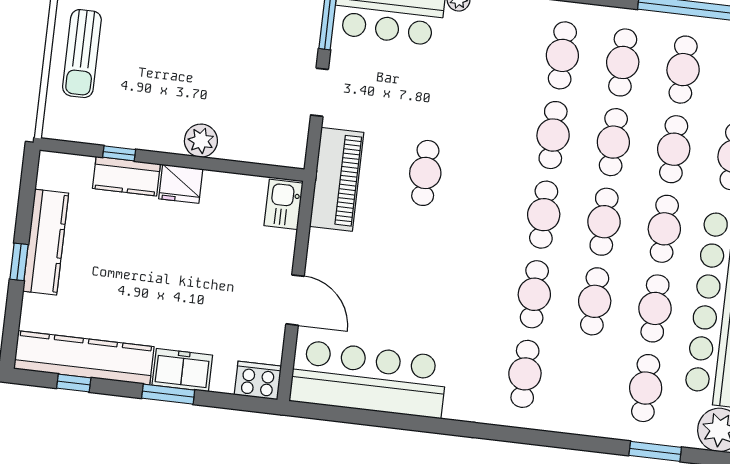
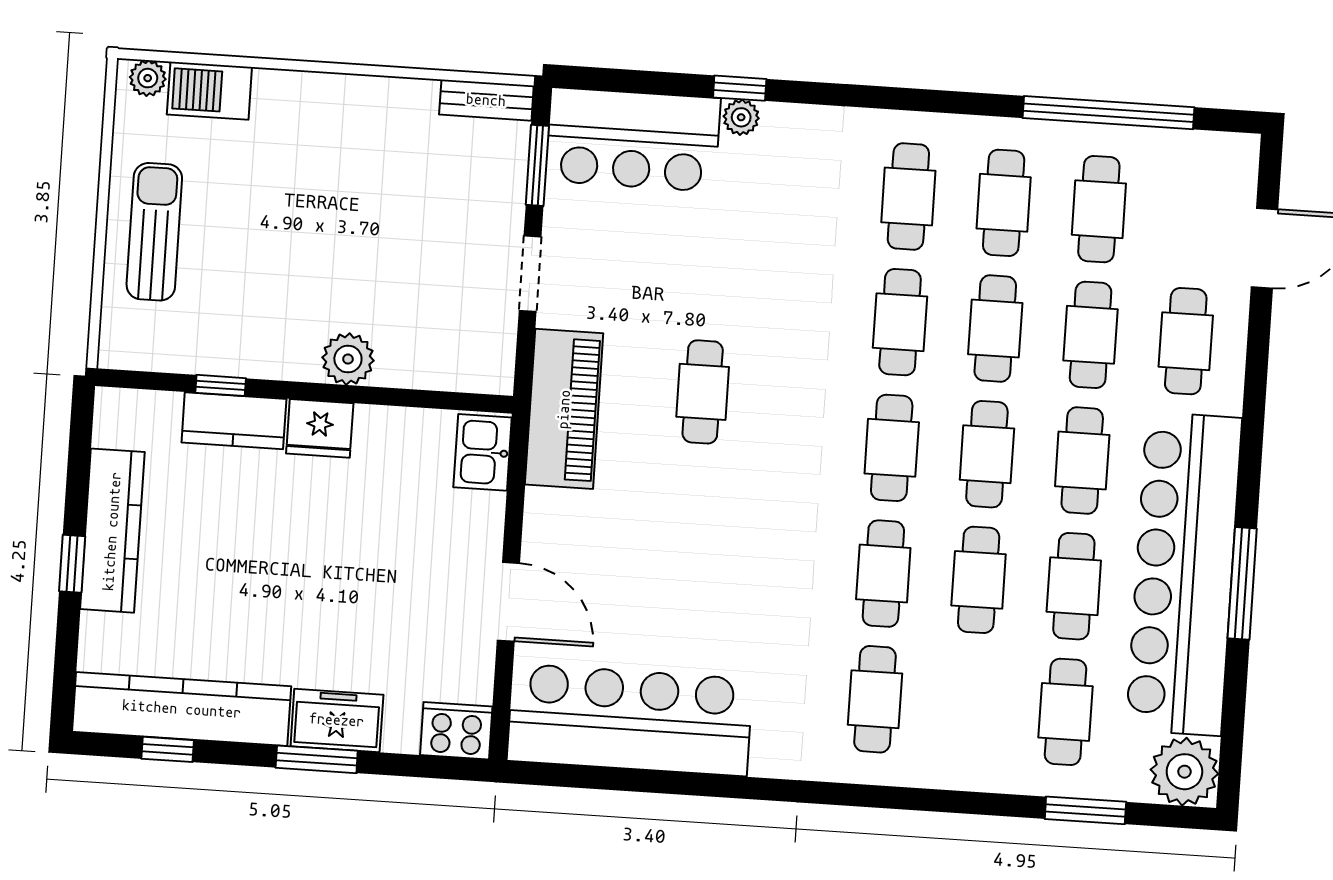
sun lounger: (82, 54) -> (154, 232), turned 180

